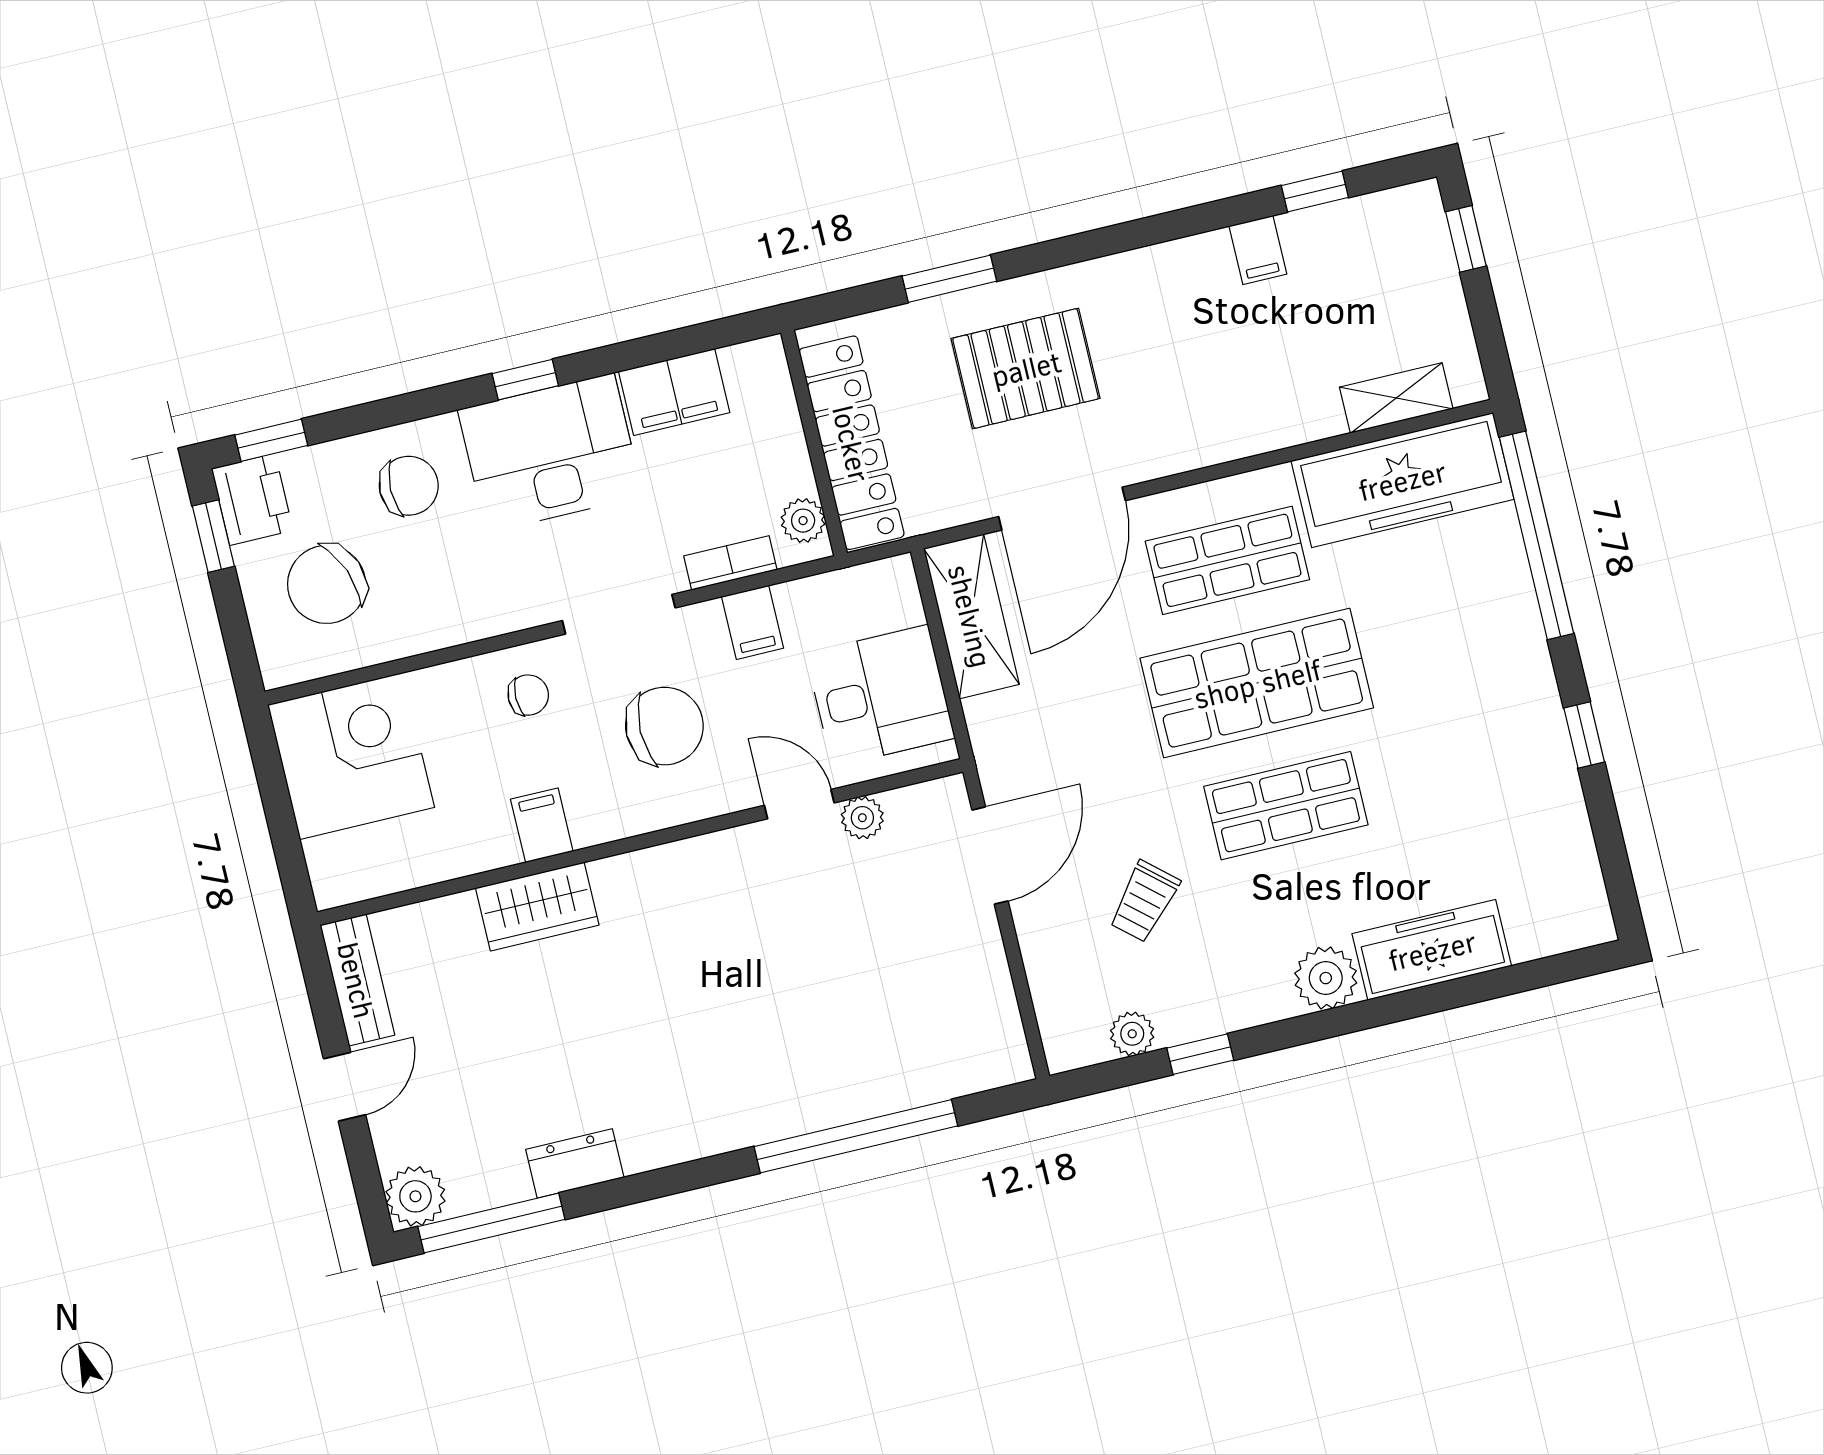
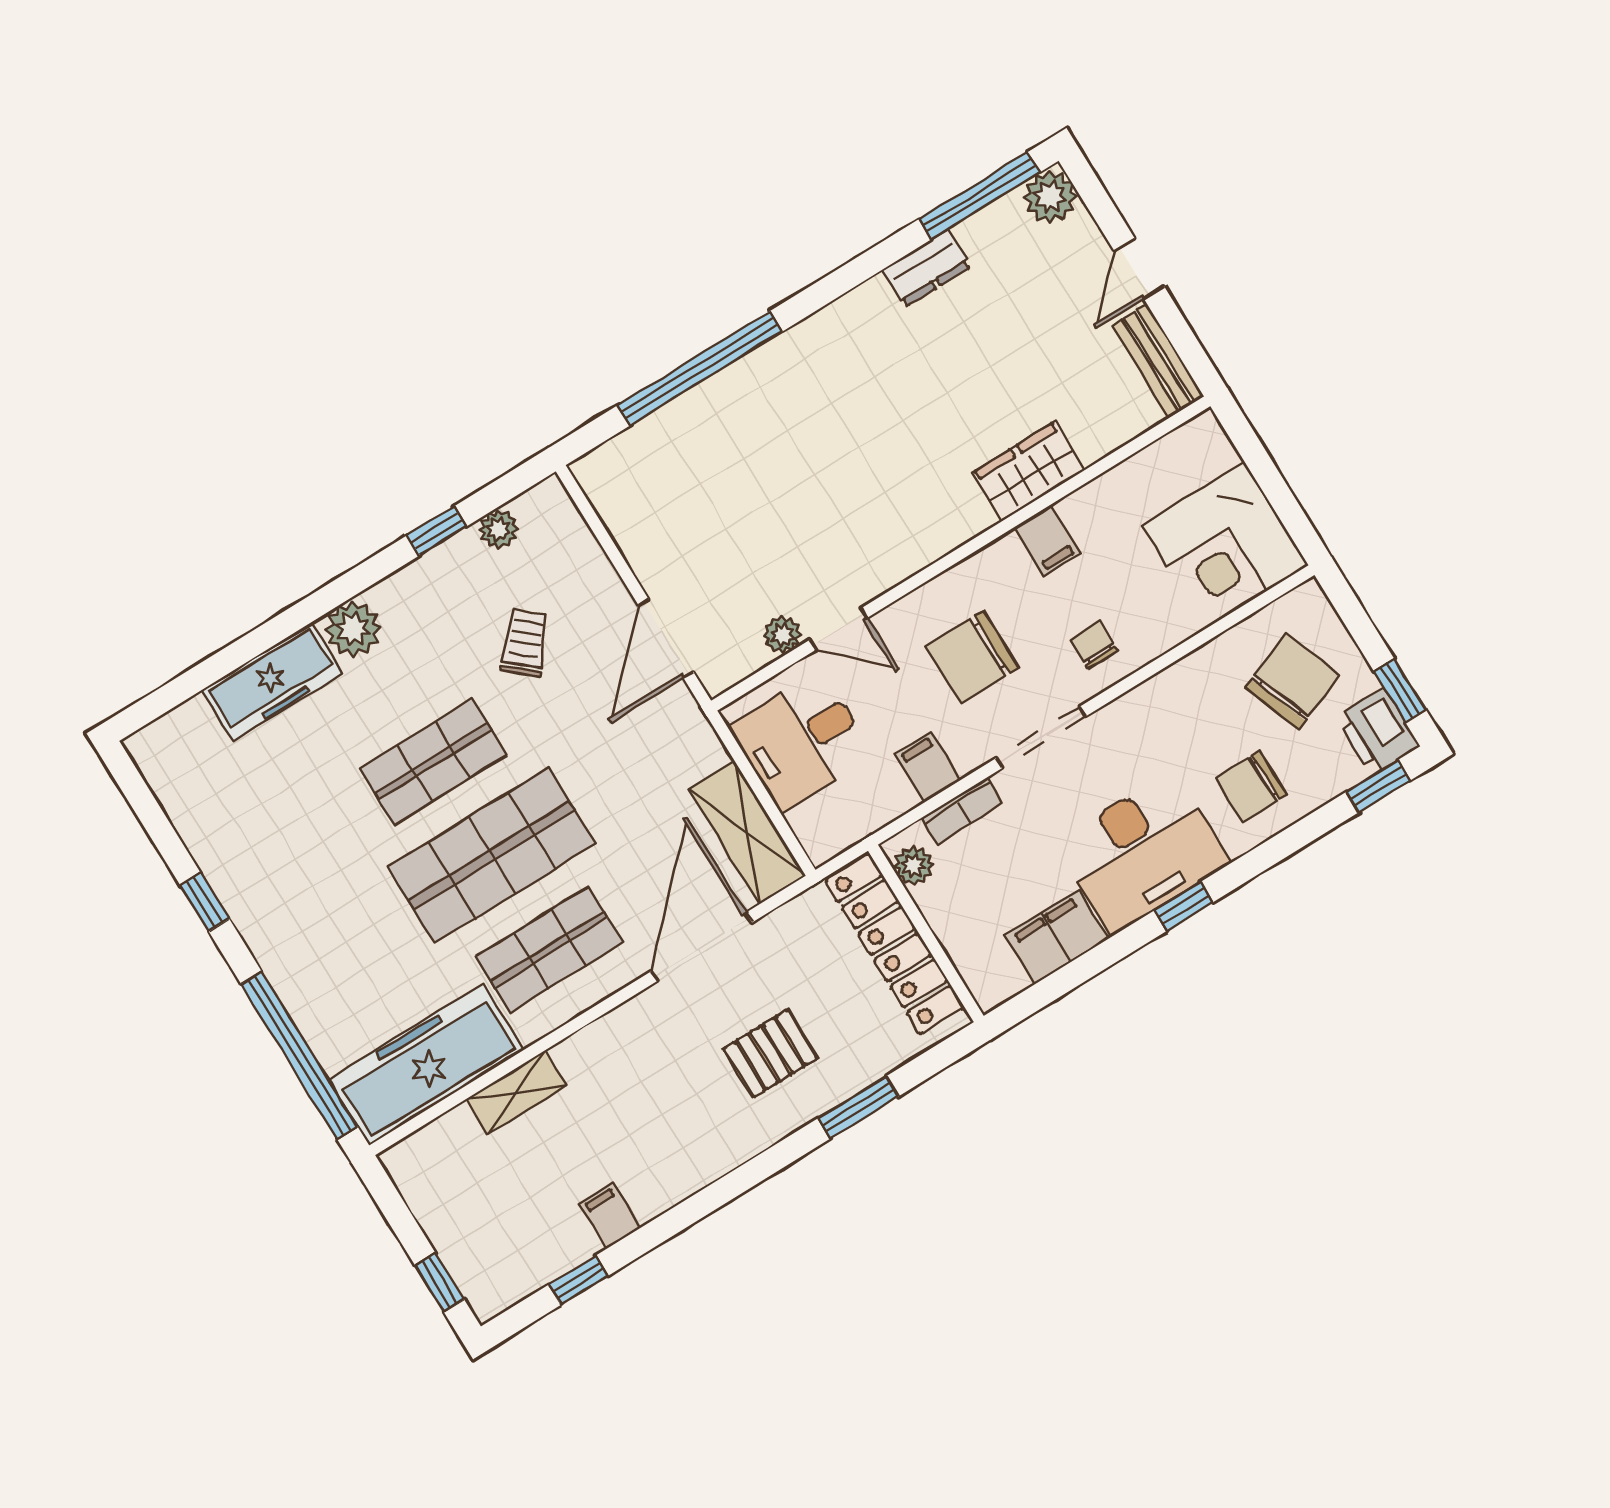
pallet: (1026, 368) -> (770, 1053), width x0.67, depth x0.71
shelving: (1396, 398) -> (517, 1092), moved
chair: (528, 695) -> (1094, 645), turned 90

